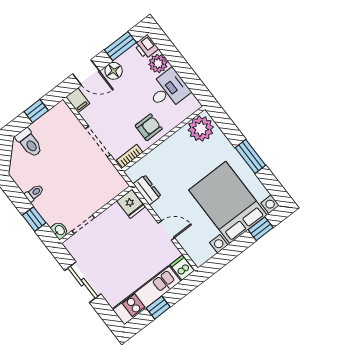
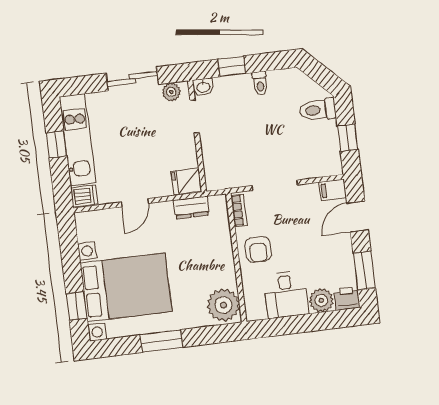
floor lamp: (114, 71) -> (342, 247), removed
plant: (76, 250) -> (171, 92), added

